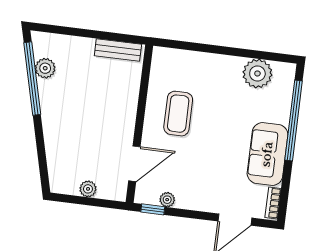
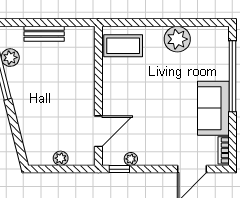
bench: (118, 50) -> (44, 34), moved
plant: (257, 73) -> (177, 39), moved
coffee table: (178, 114) -> (123, 46), moved, turned 90

